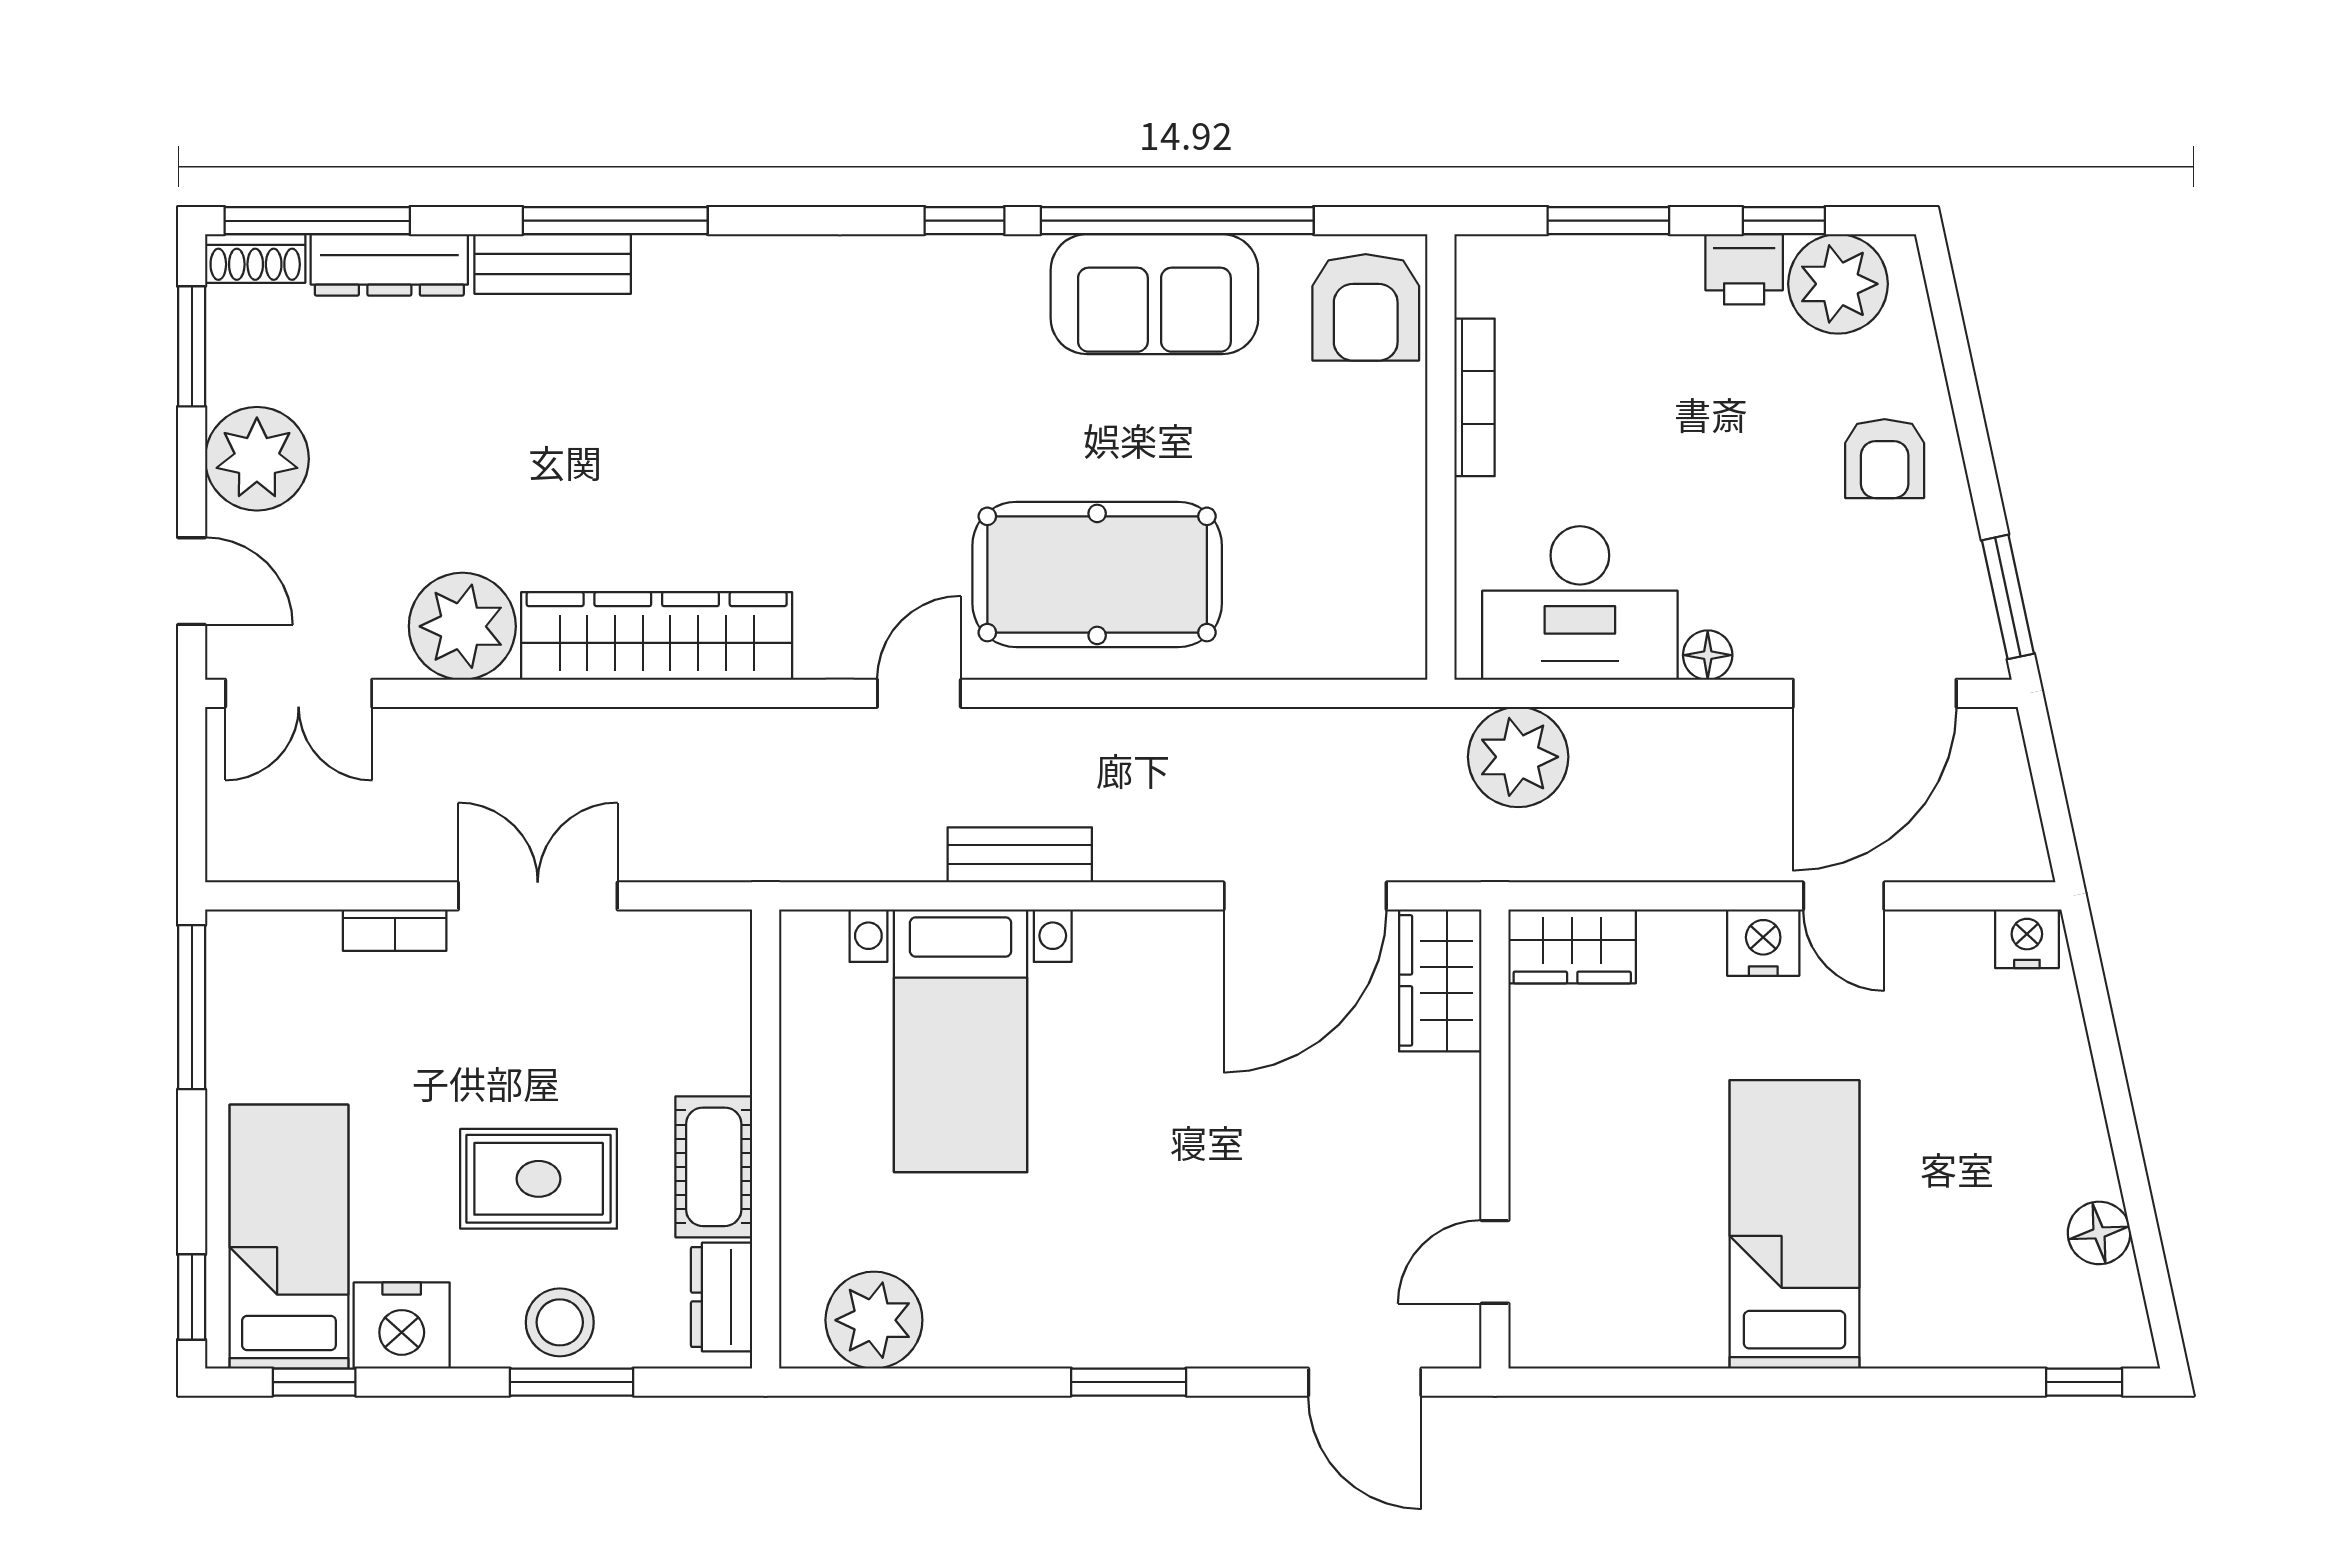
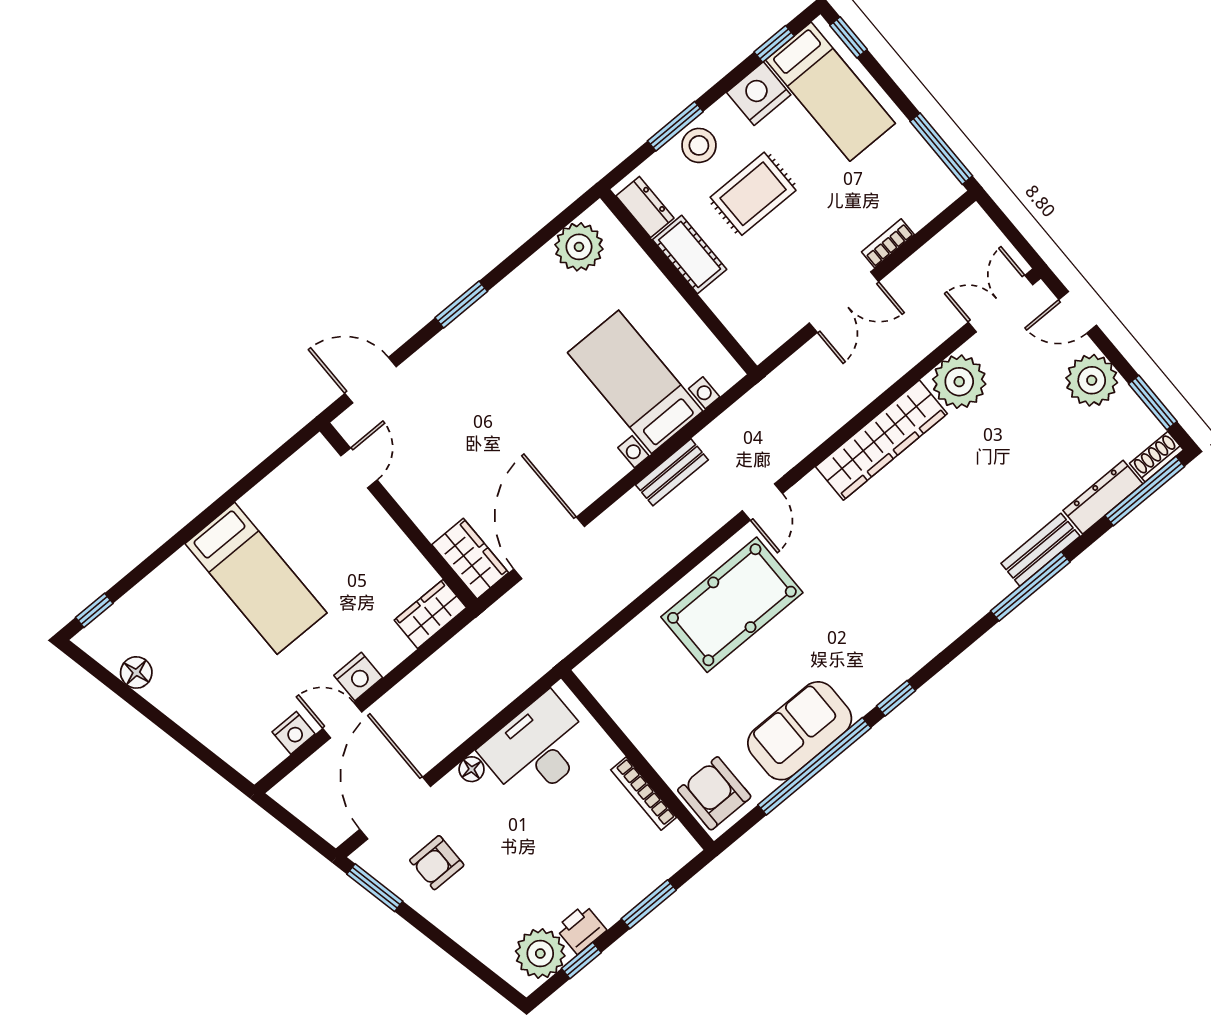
armchair: (1885, 459) -> (437, 863), moved, turned -90
plant: (1518, 757) -> (512, 669), removed
nightstand: (2027, 939) -> (294, 733), moved

